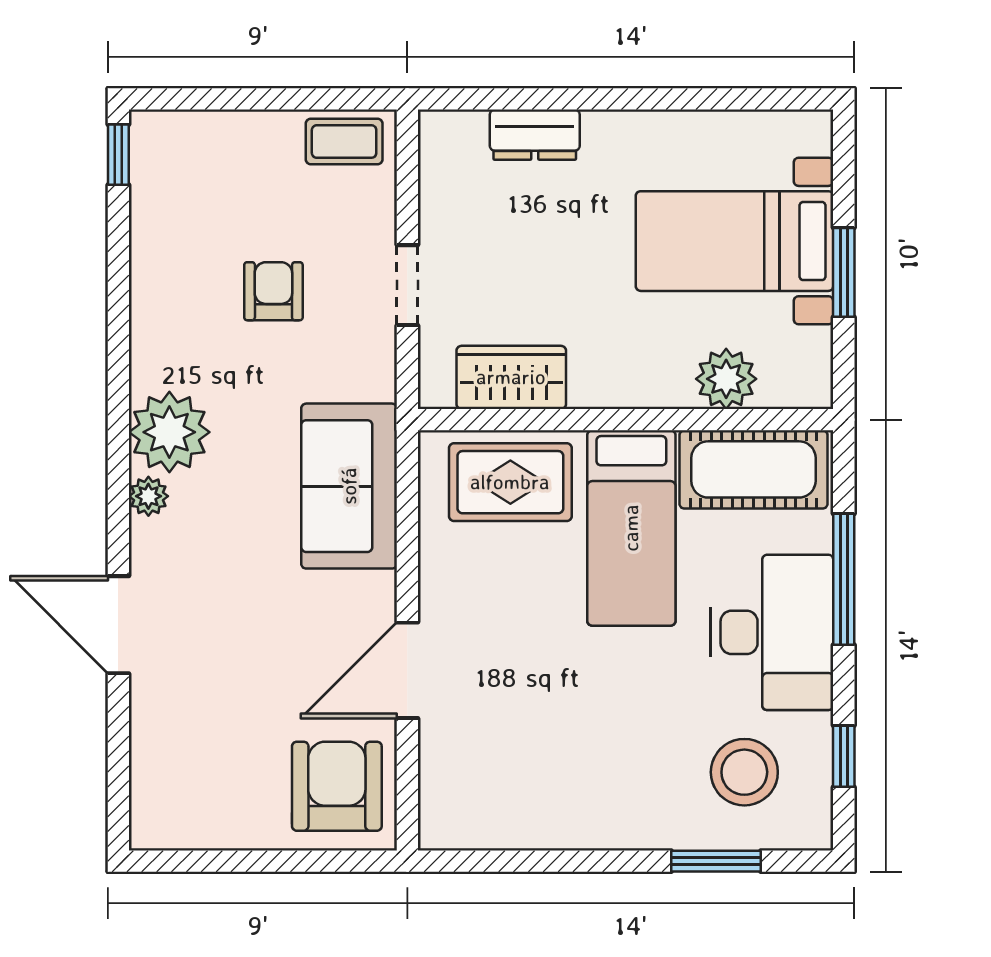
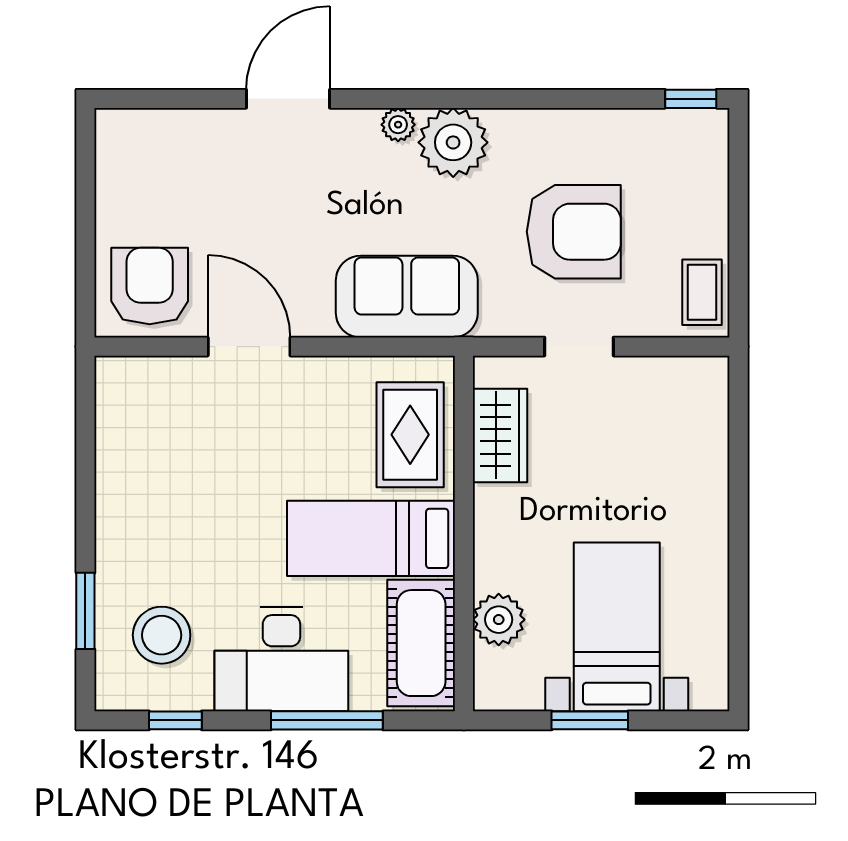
dresser: (535, 135) -> (708, 456), removed
armchair: (273, 291) -> (574, 232), width x1.88, depth x1.88
armchair: (337, 786) -> (150, 286), turned -90

